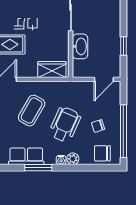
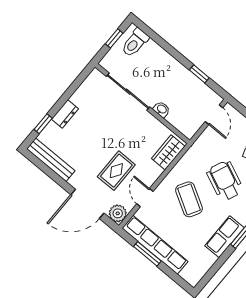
washbasin: (80, 46) -> (162, 109), width x0.52, depth x0.69

